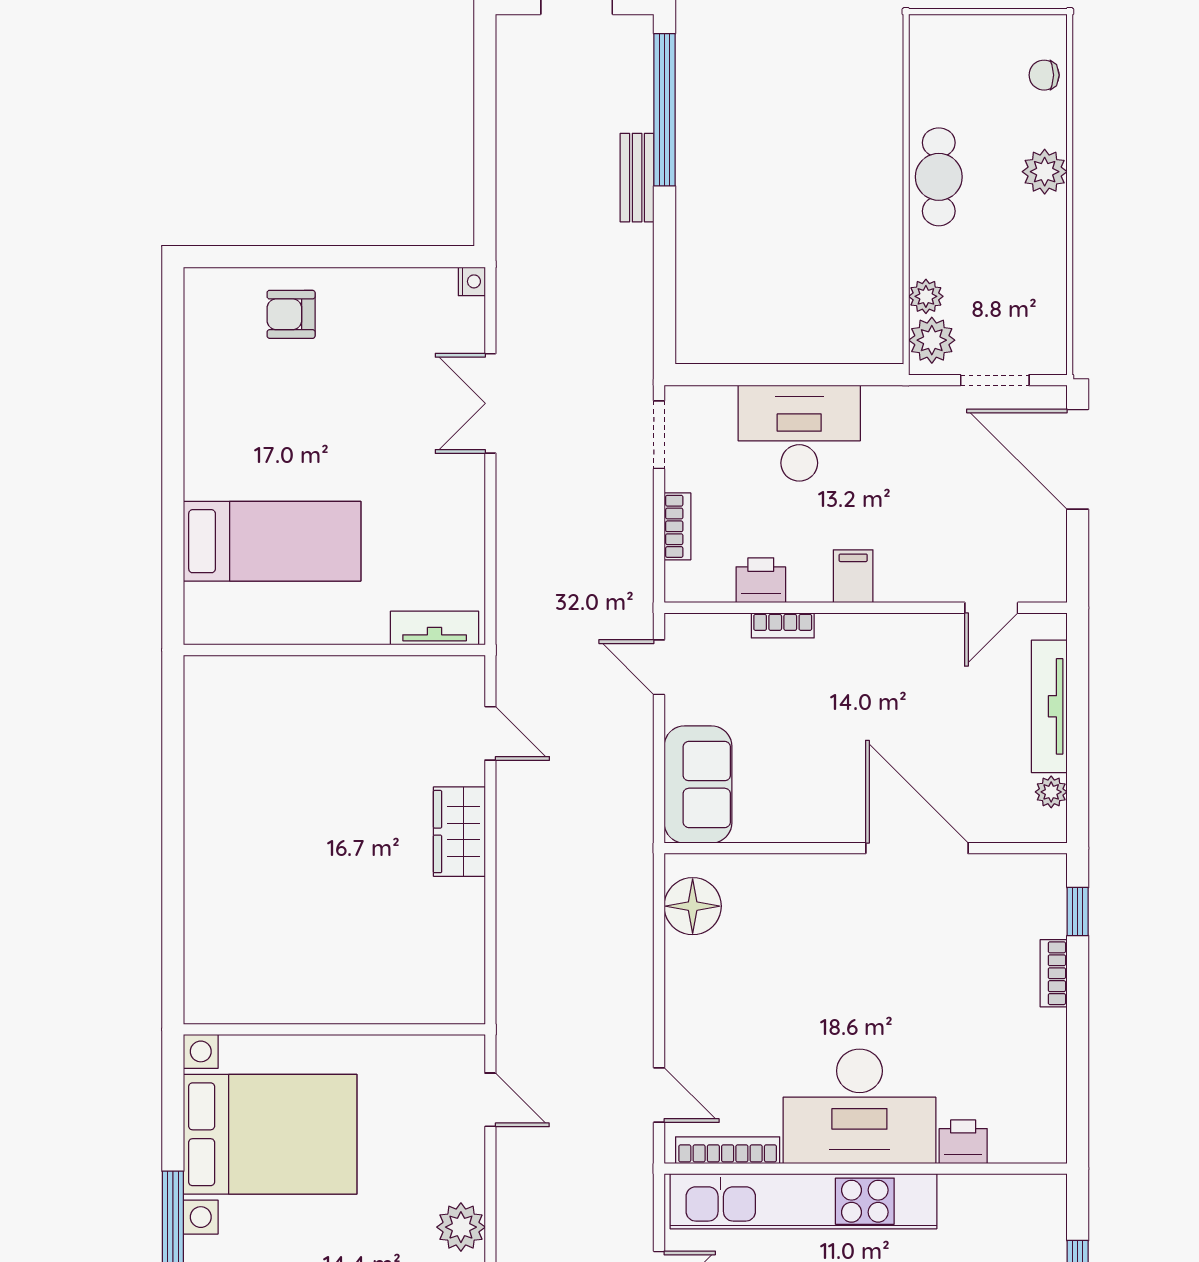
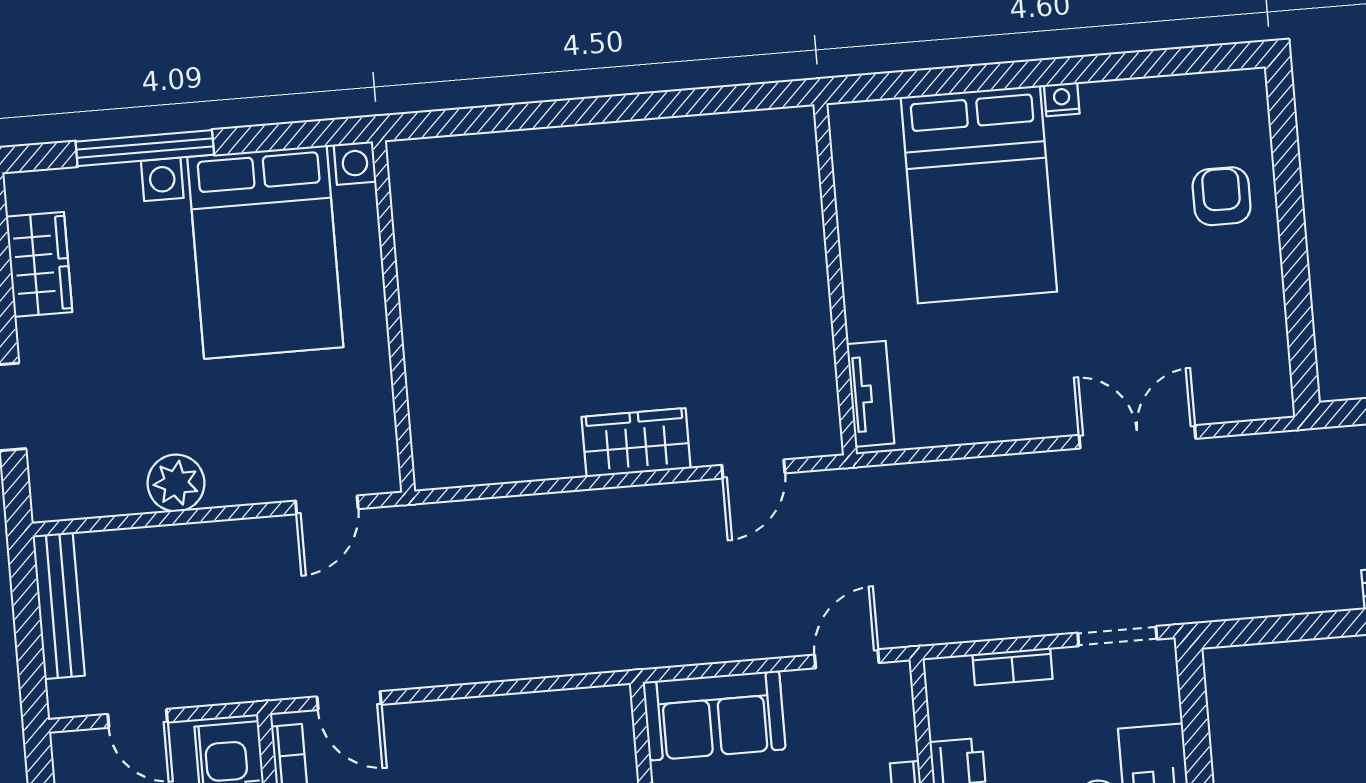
nightstand: (472, 281) -> (1062, 99), moved, turned 180
bed: (272, 541) -> (979, 194), width x1.50
floor lamp: (693, 906) -> (572, 721), removed
door: (659, 1095) -> (349, 701), hinge flipped

